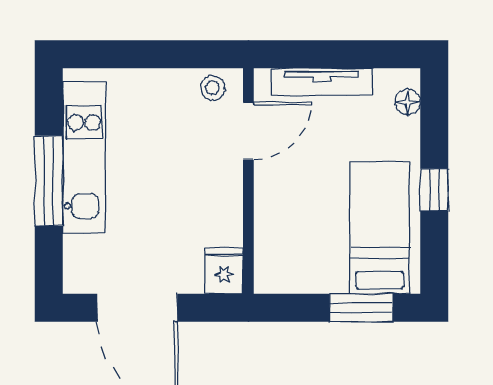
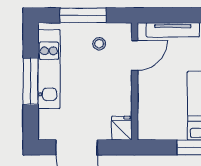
window: (150, 54) -> (83, 15), added
stool: (212, 88) -> (99, 44), moved

